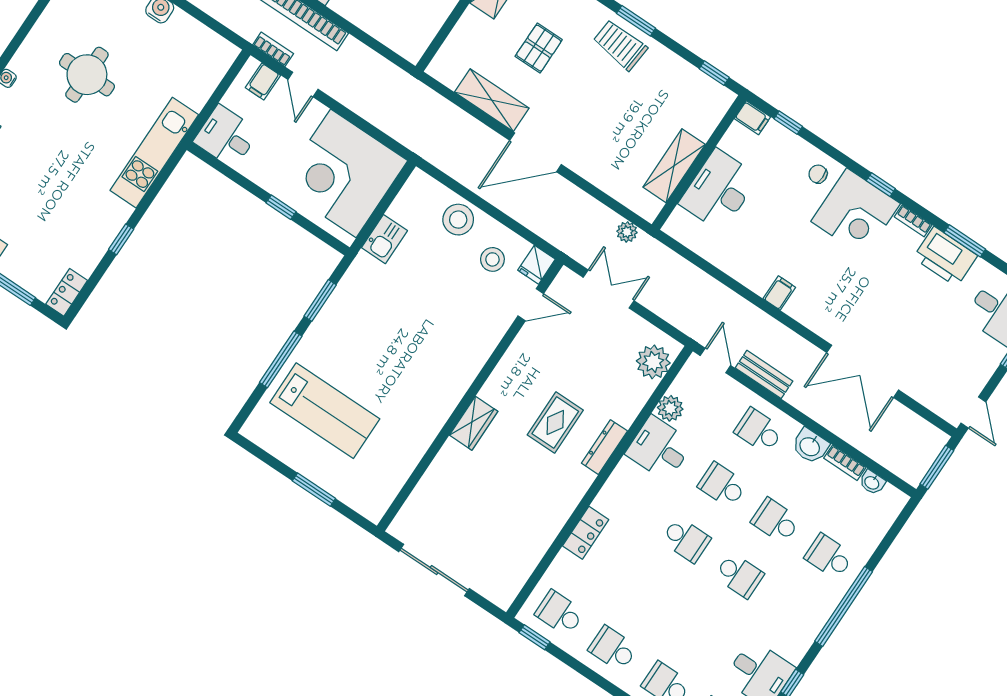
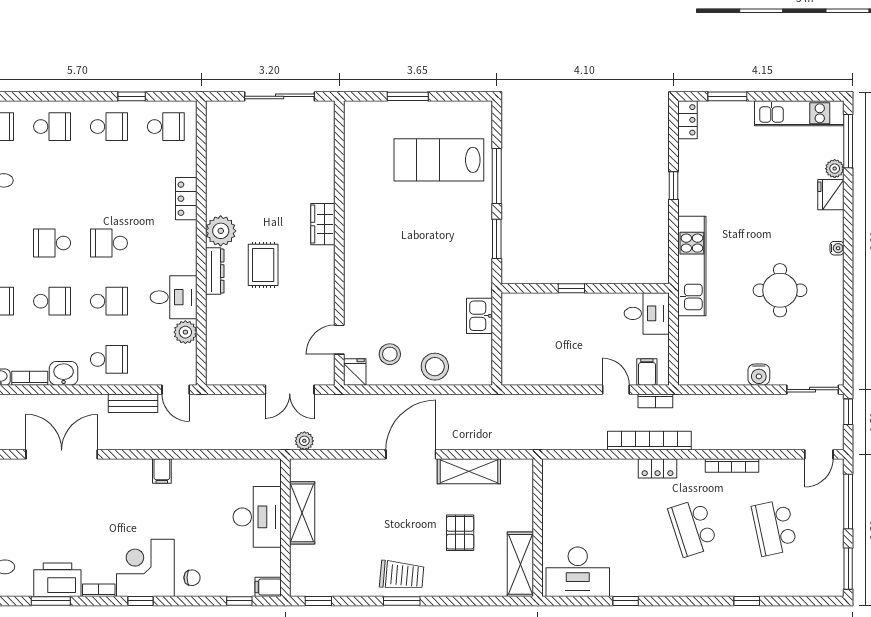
corner desk: (343, 173) -> (542, 344), removed
plant: (653, 362) -> (221, 231), moved
window: (534, 637) -> (132, 96), moved

